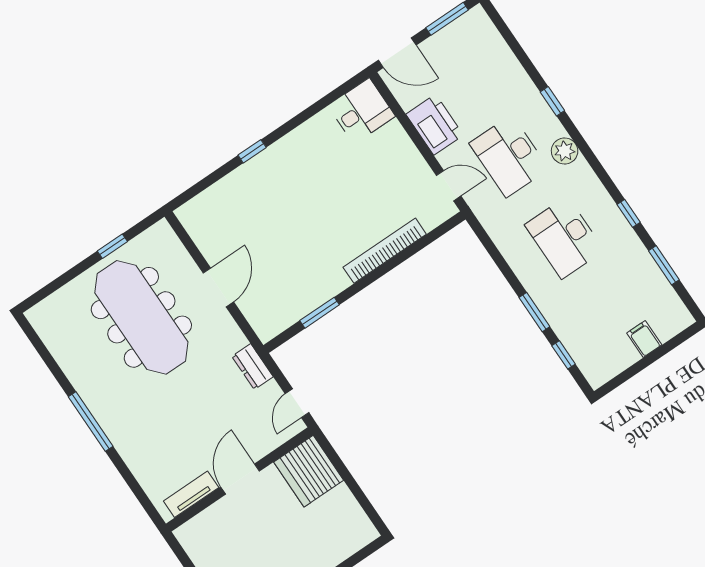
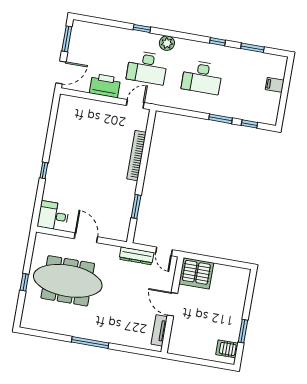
desk: (362, 111) -> (53, 216), moved, turned -90
window: (112, 246) -> (24, 282), moved
dresser: (253, 367) -> (137, 256), width x1.44

